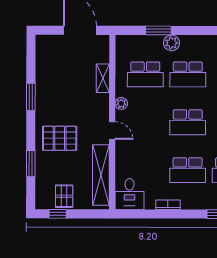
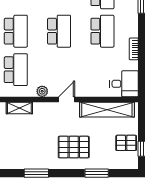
pallet: (60, 138) -> (74, 147), turned 90

